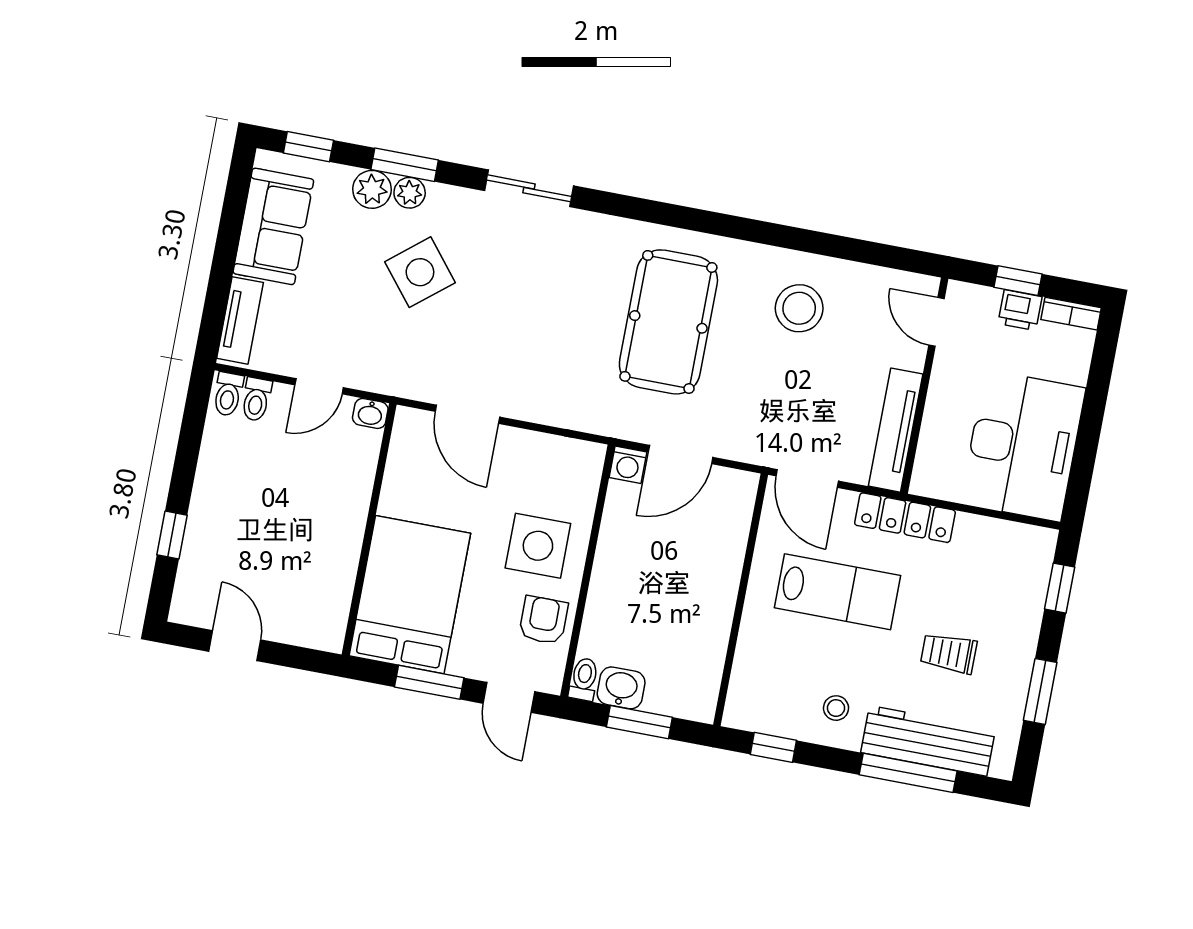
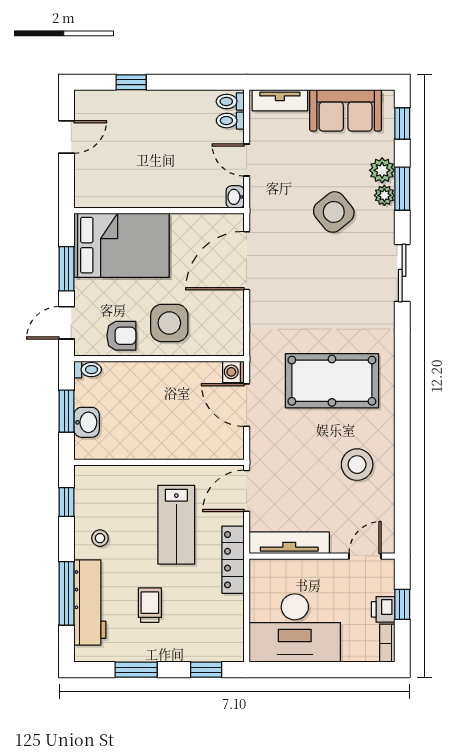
door: (467, 414) -> (247, 261), width x1.36
washbasin: (621, 688) -> (87, 422), moved

